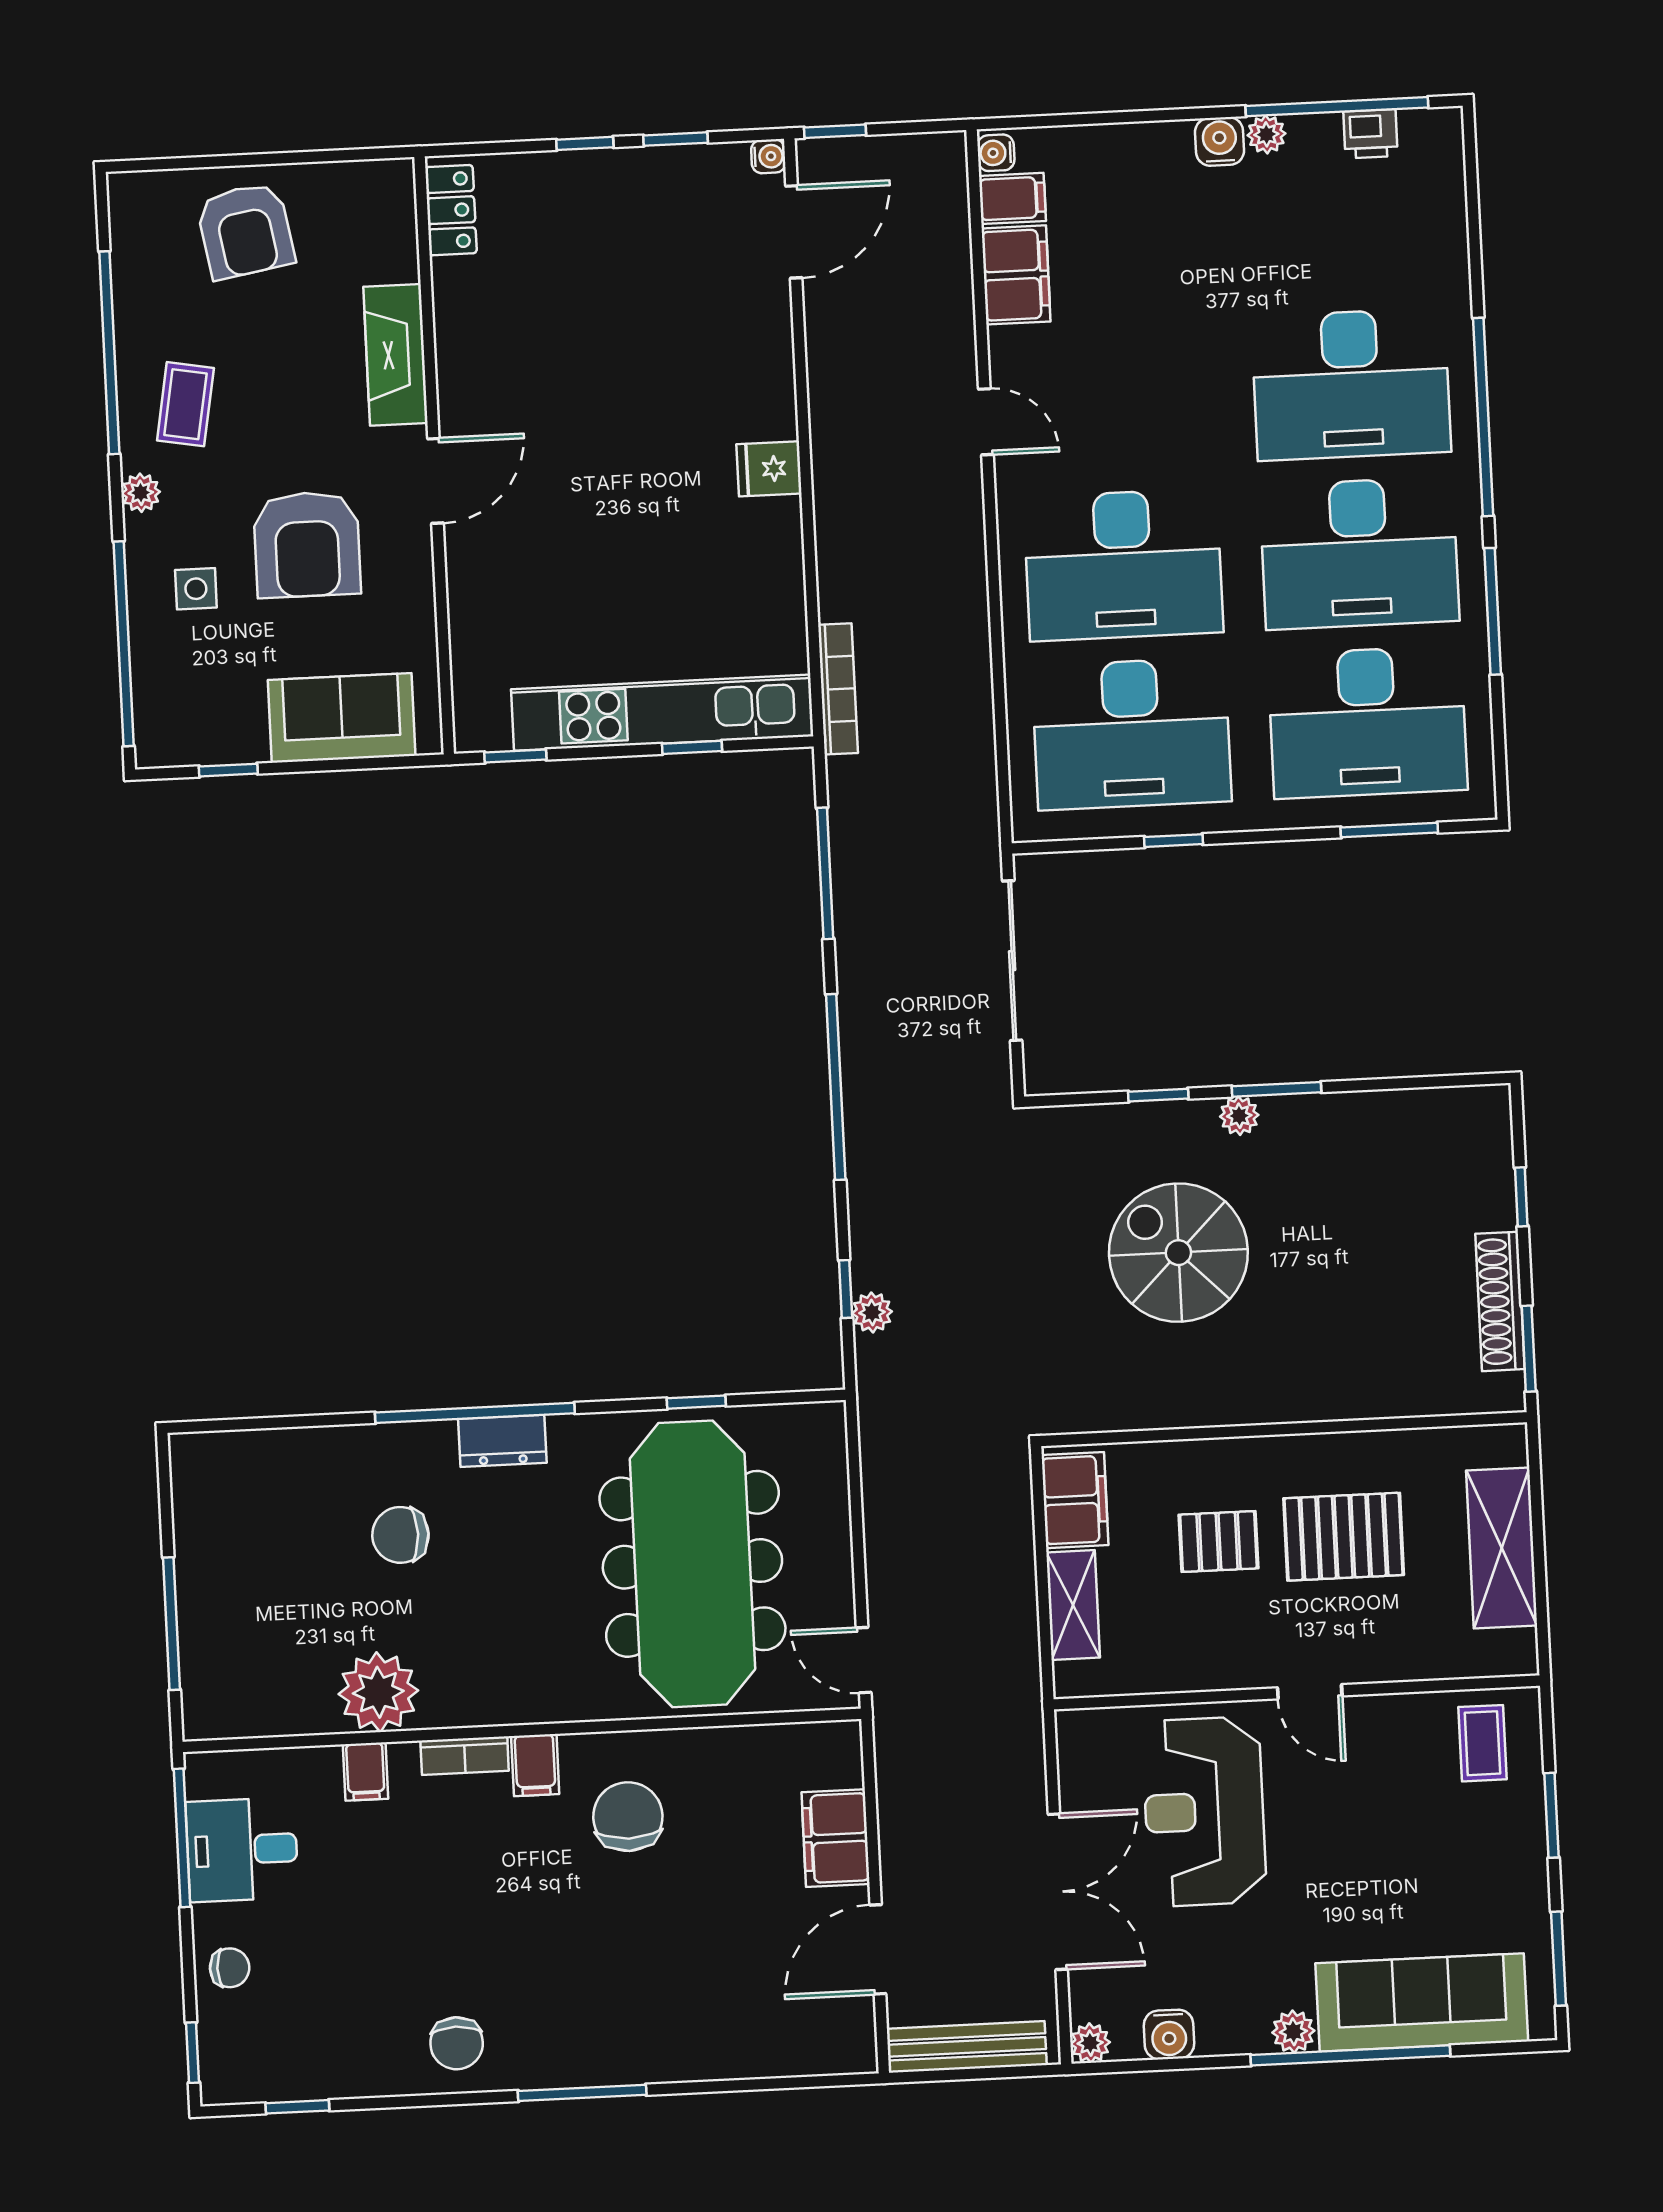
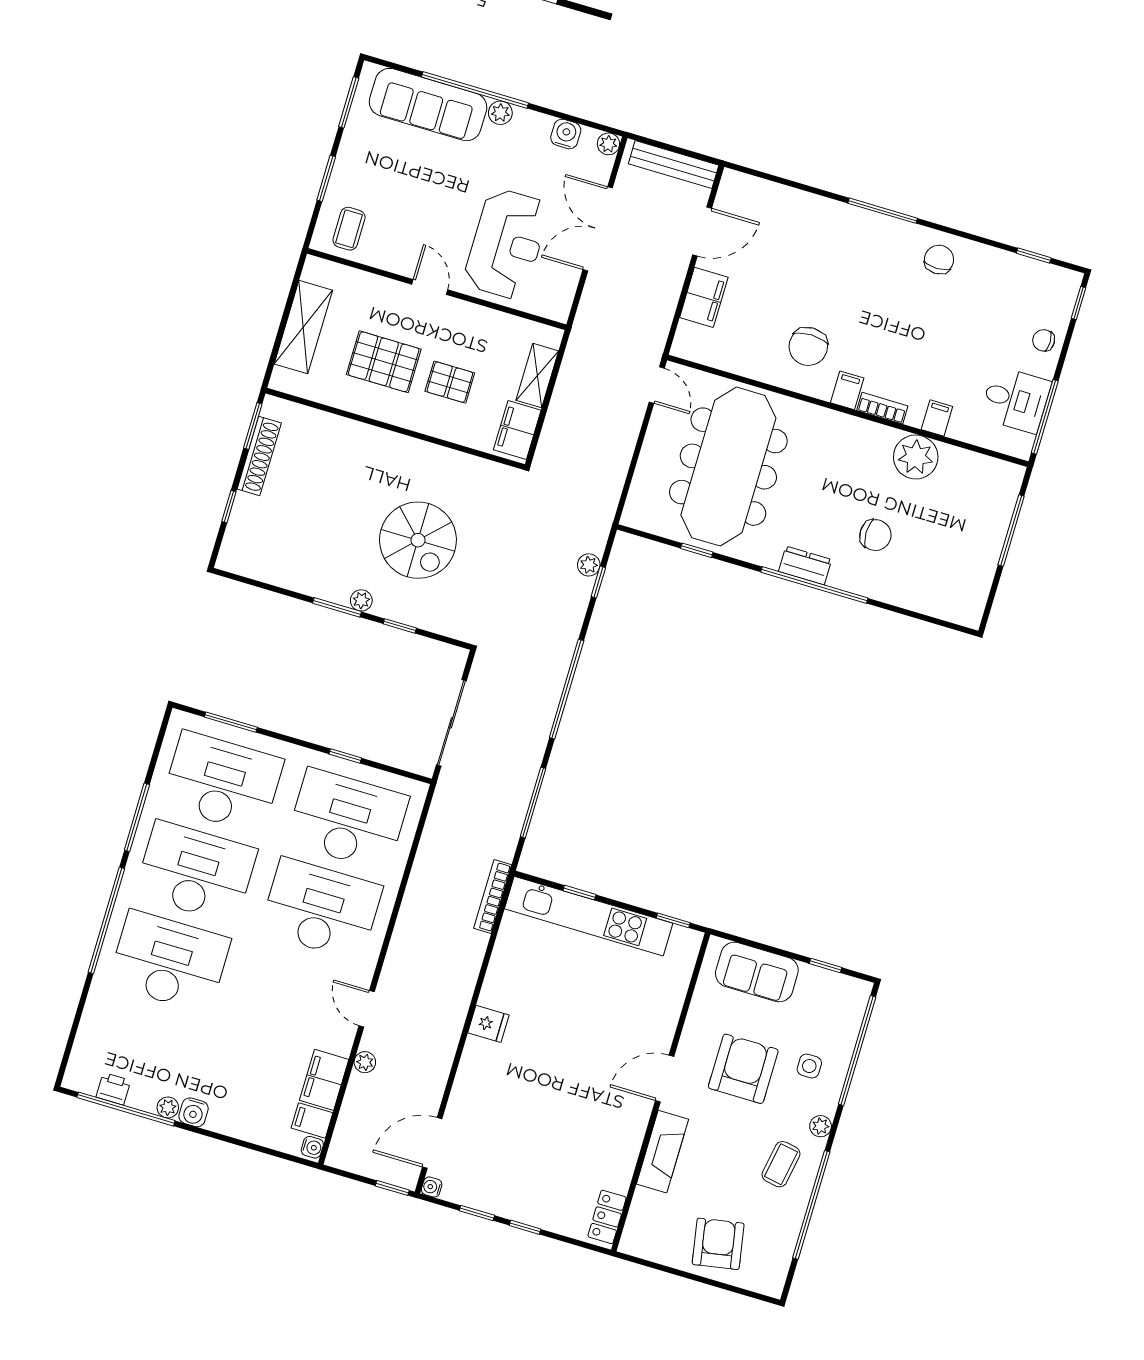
plant: (957, 330) -> (365, 1062), added

